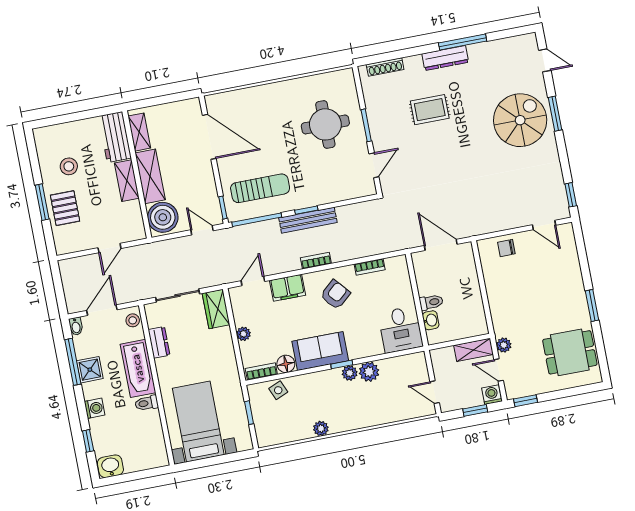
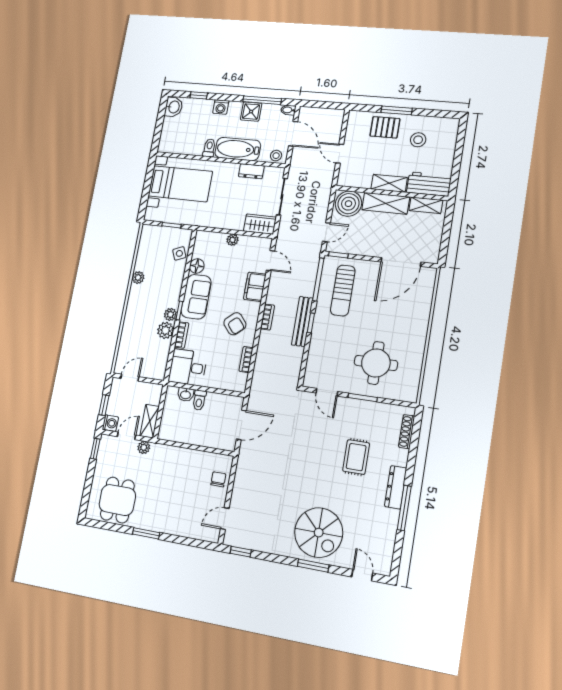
door: (545, 60) -> (362, 575), swing flipped
bookcase: (261, 371) -> (182, 335), moved

